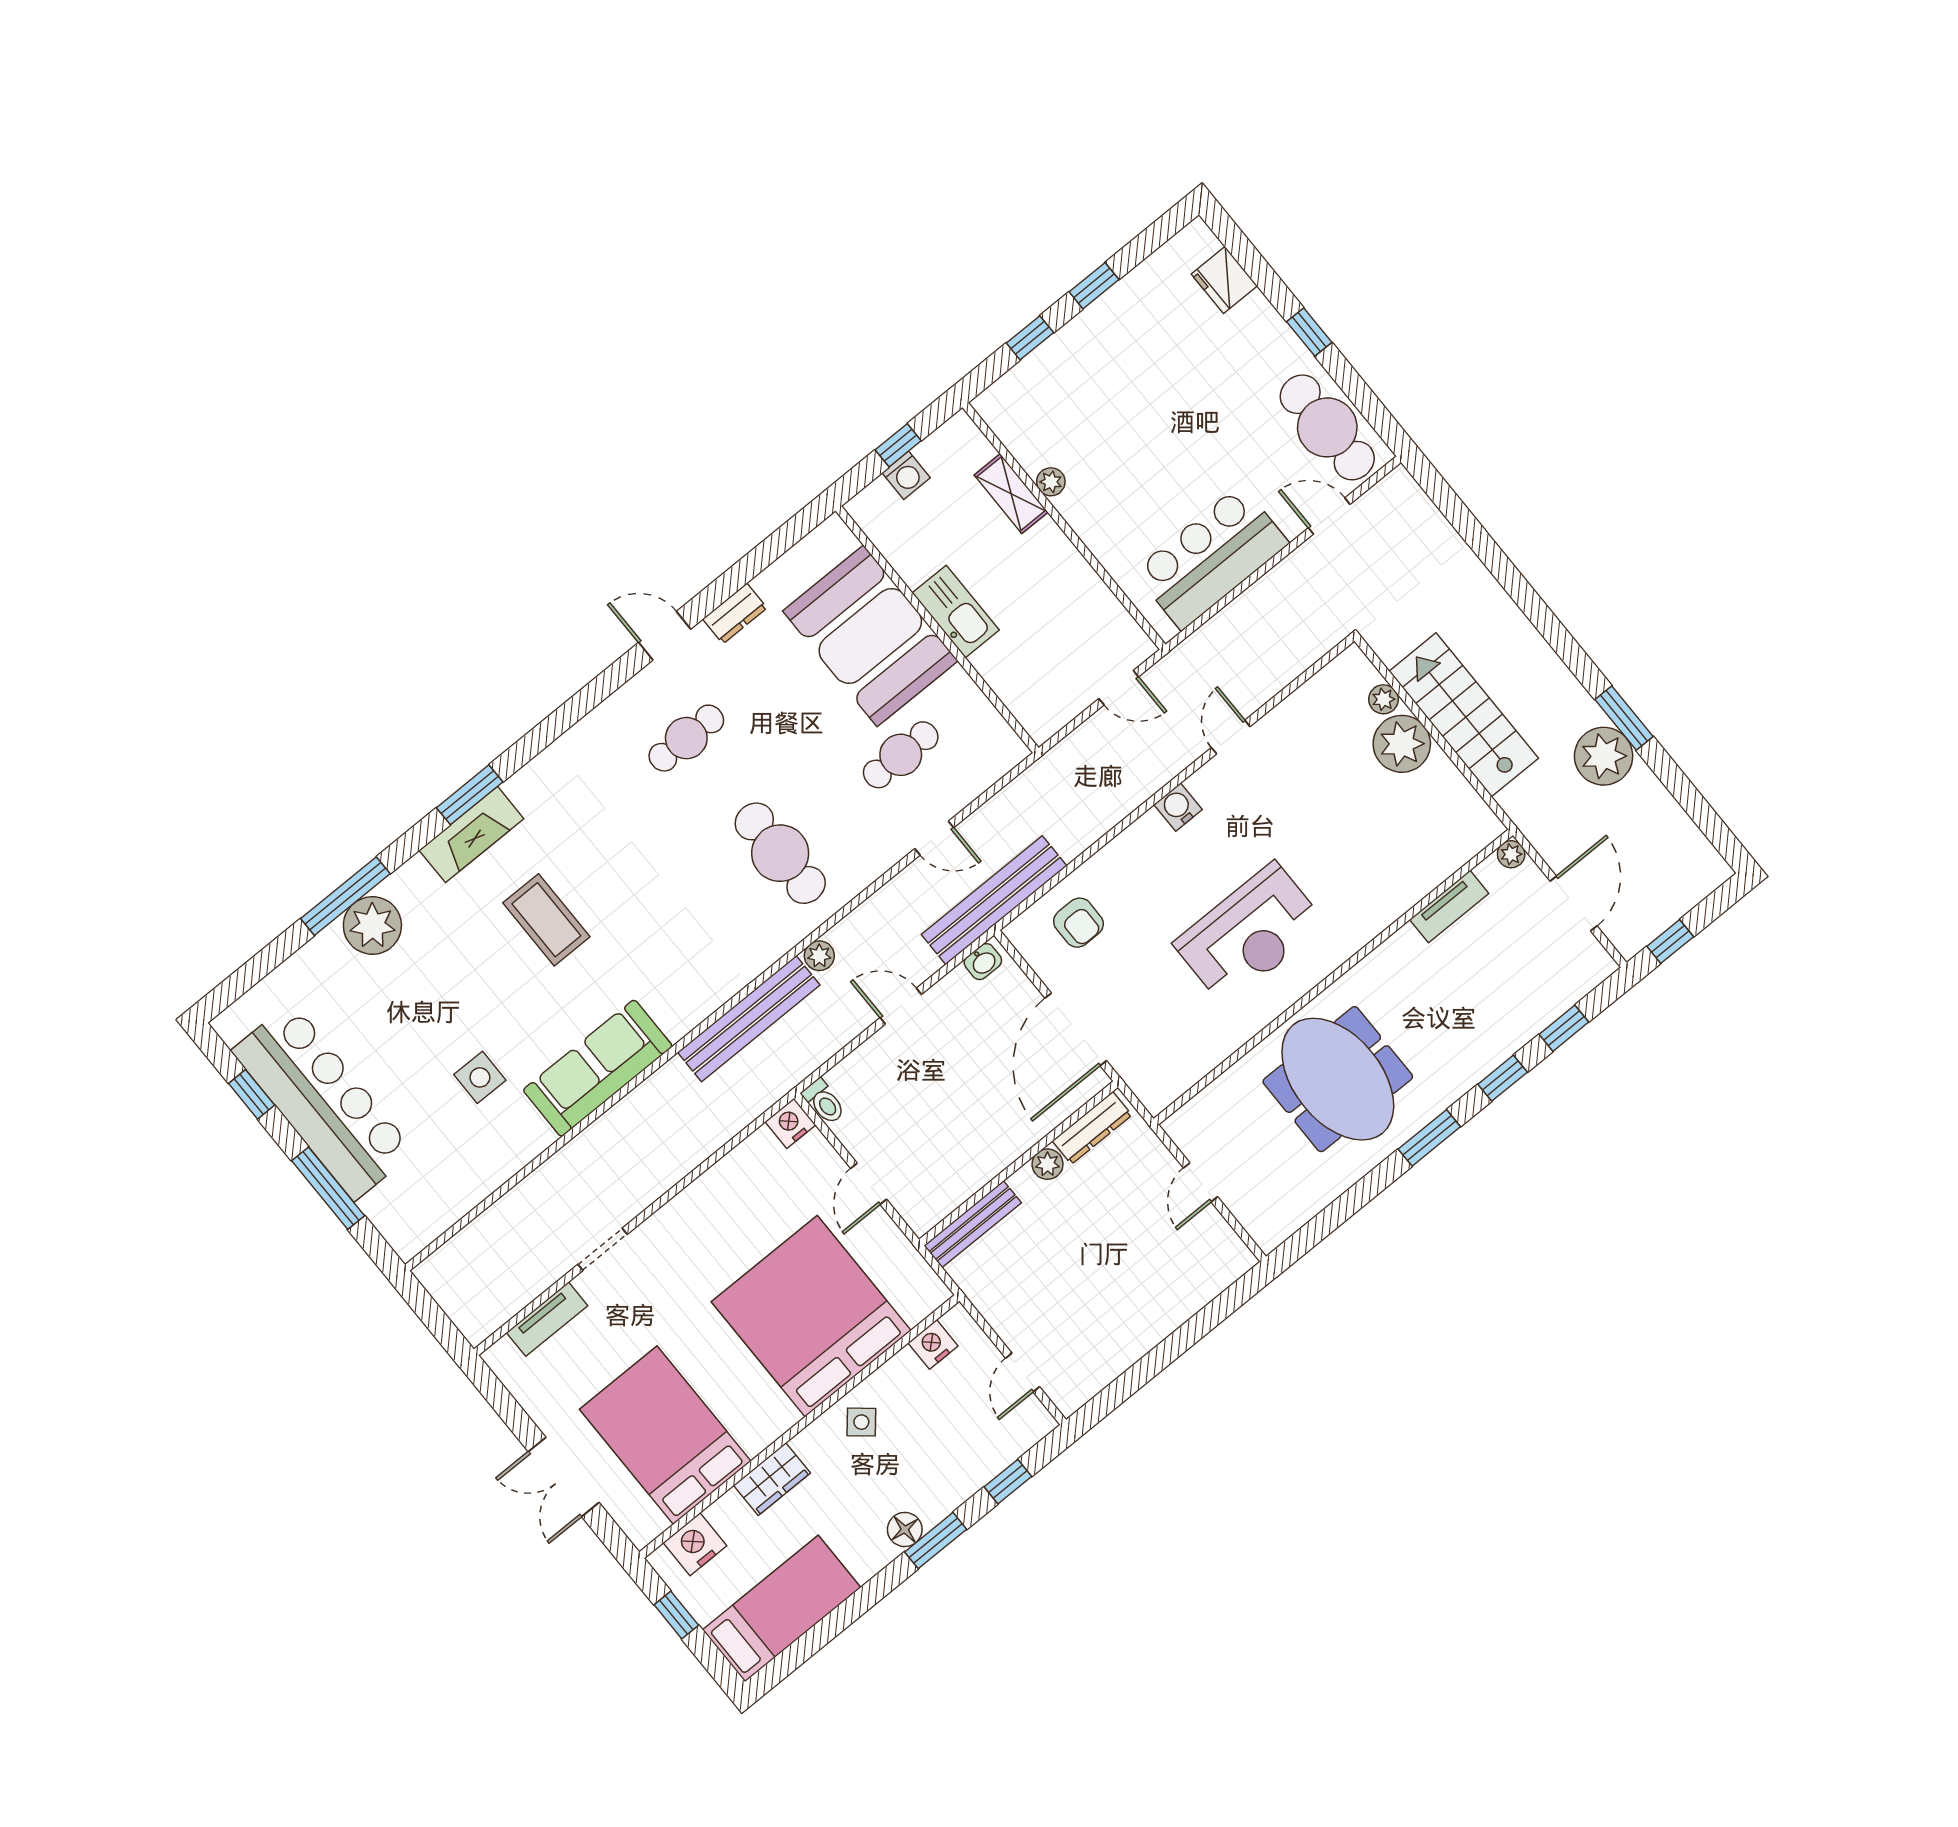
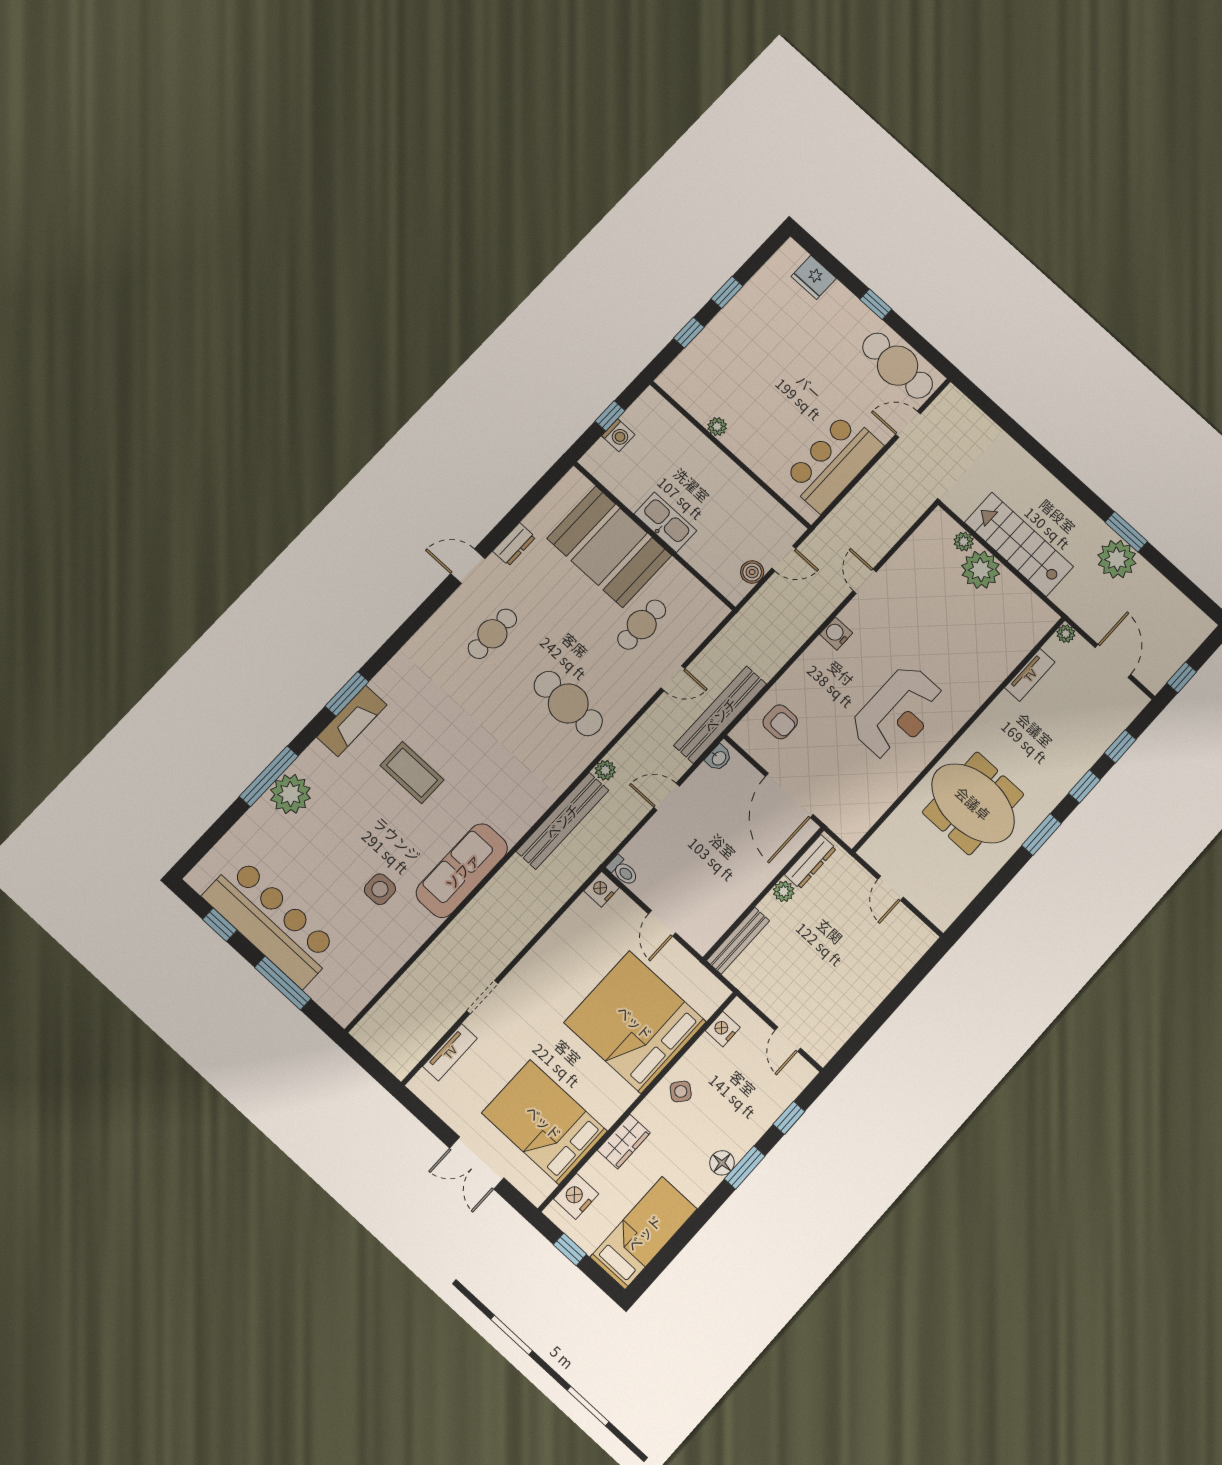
shelving: (1011, 494) -> (691, 438), removed
boiler: (1070, 701) -> (752, 572), added

